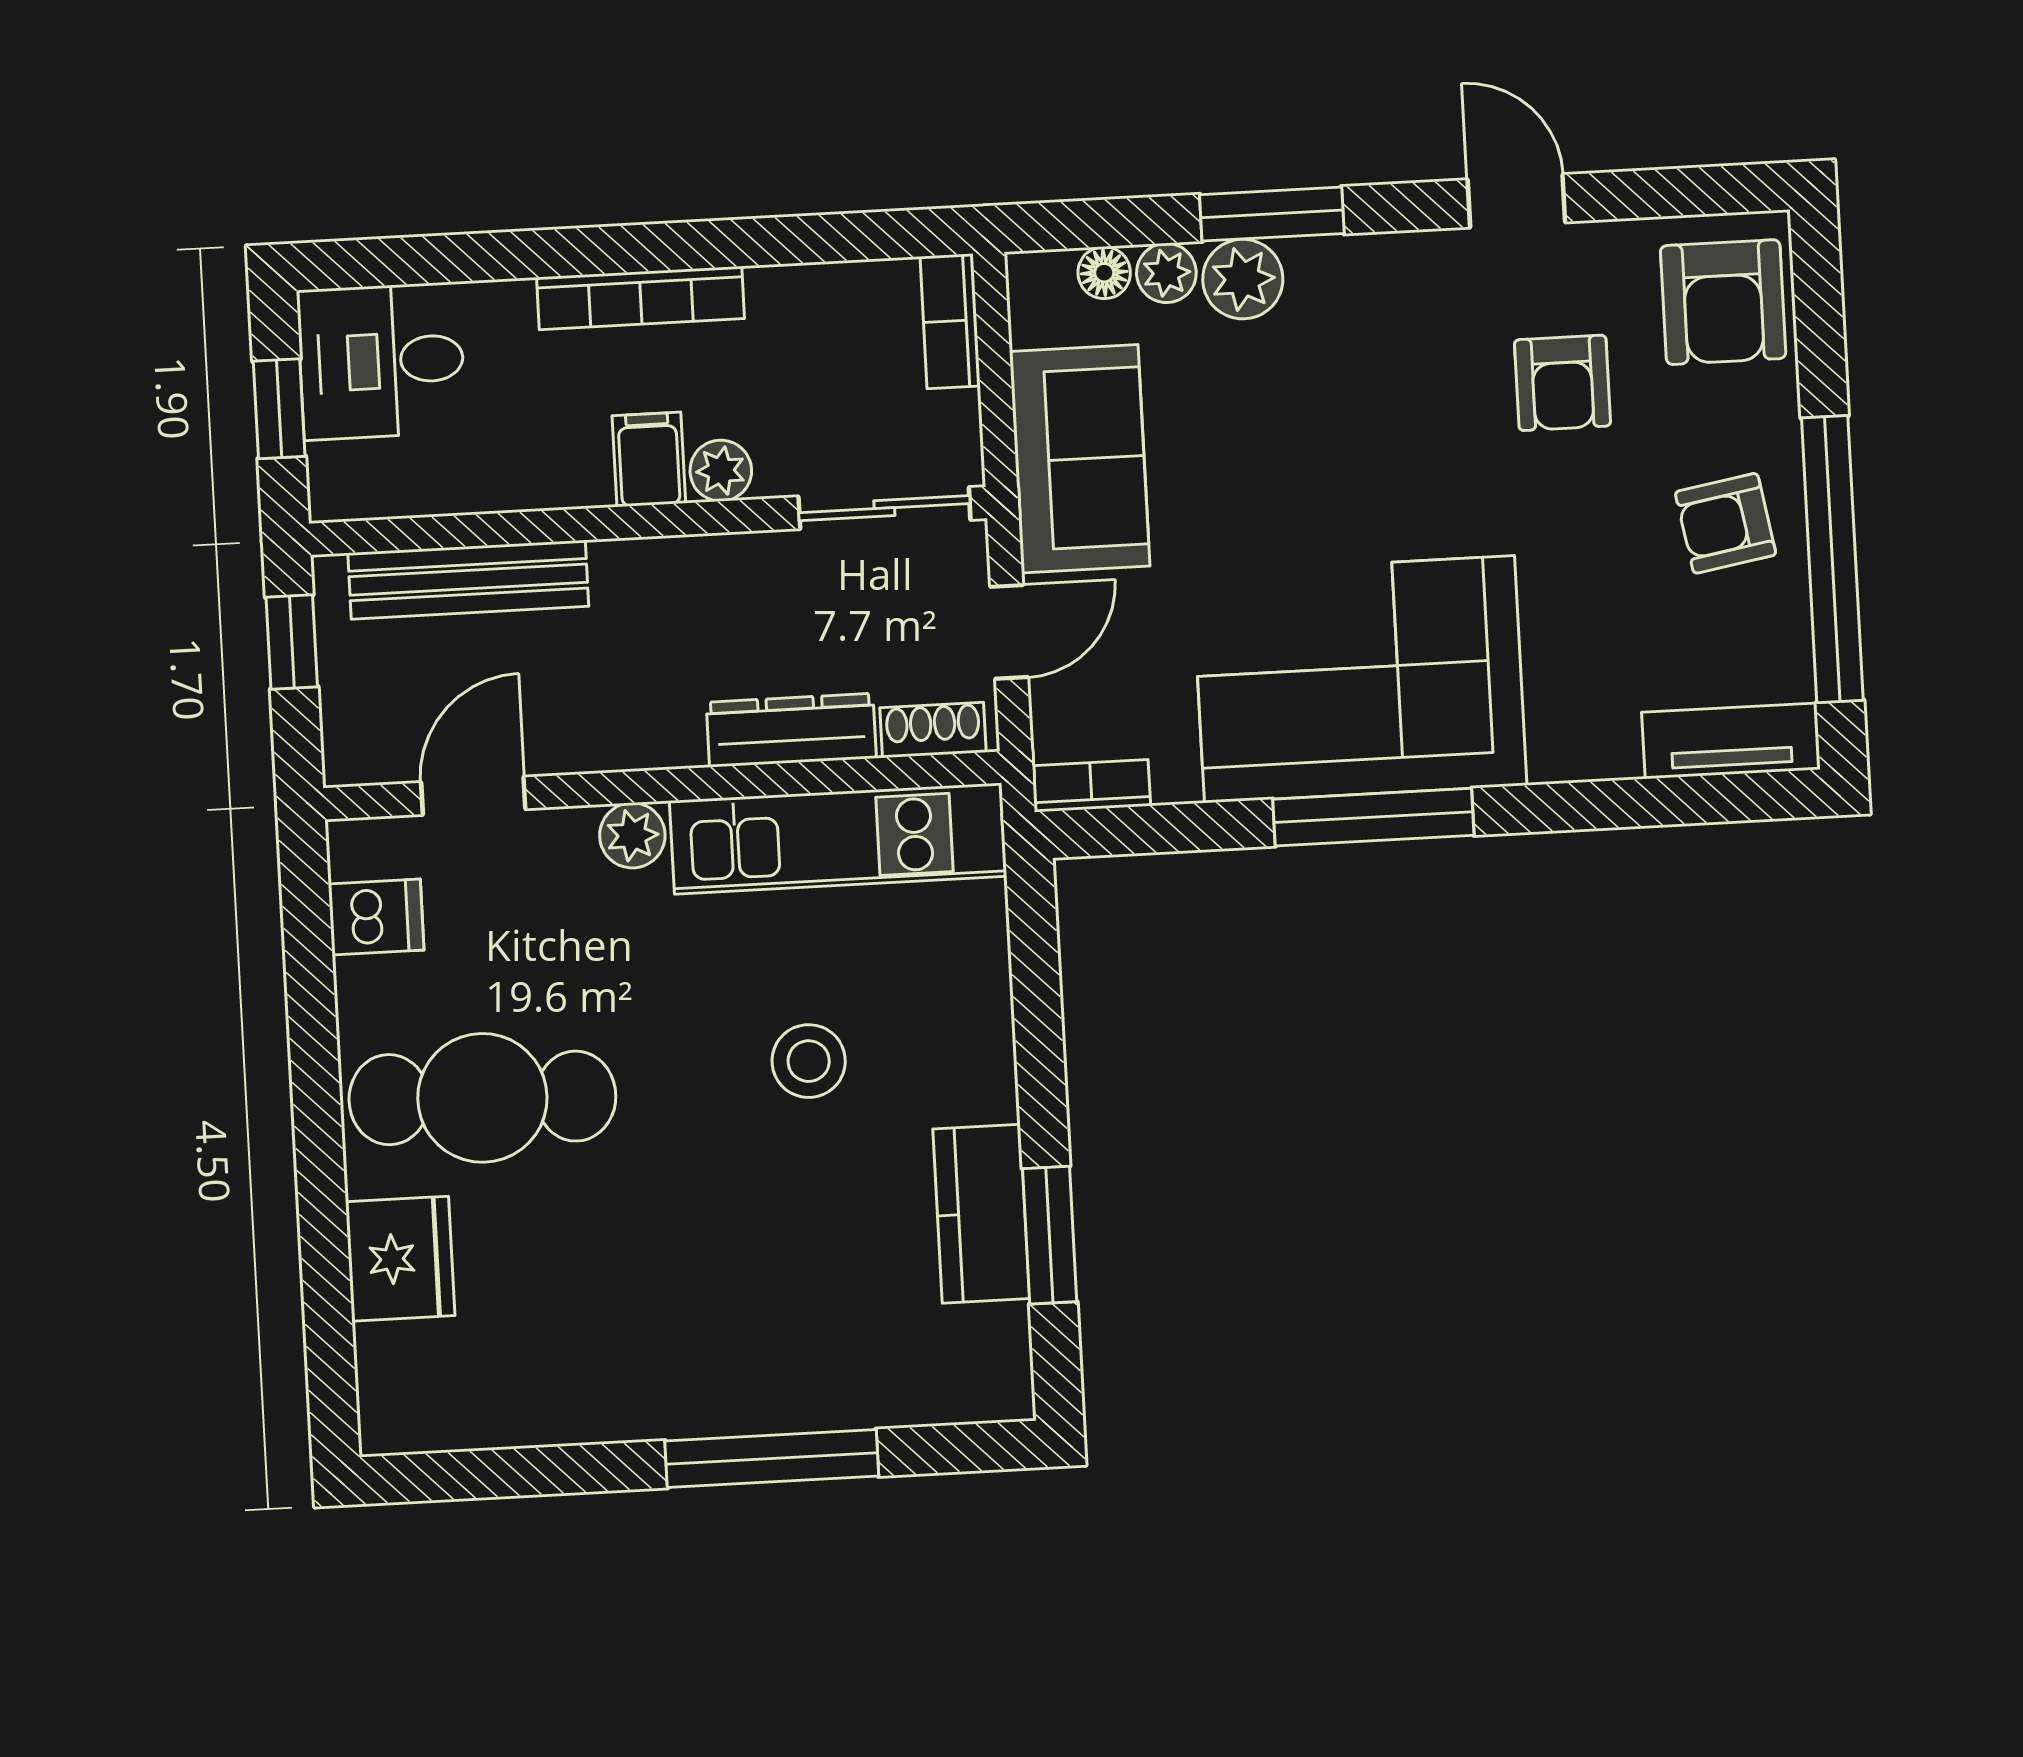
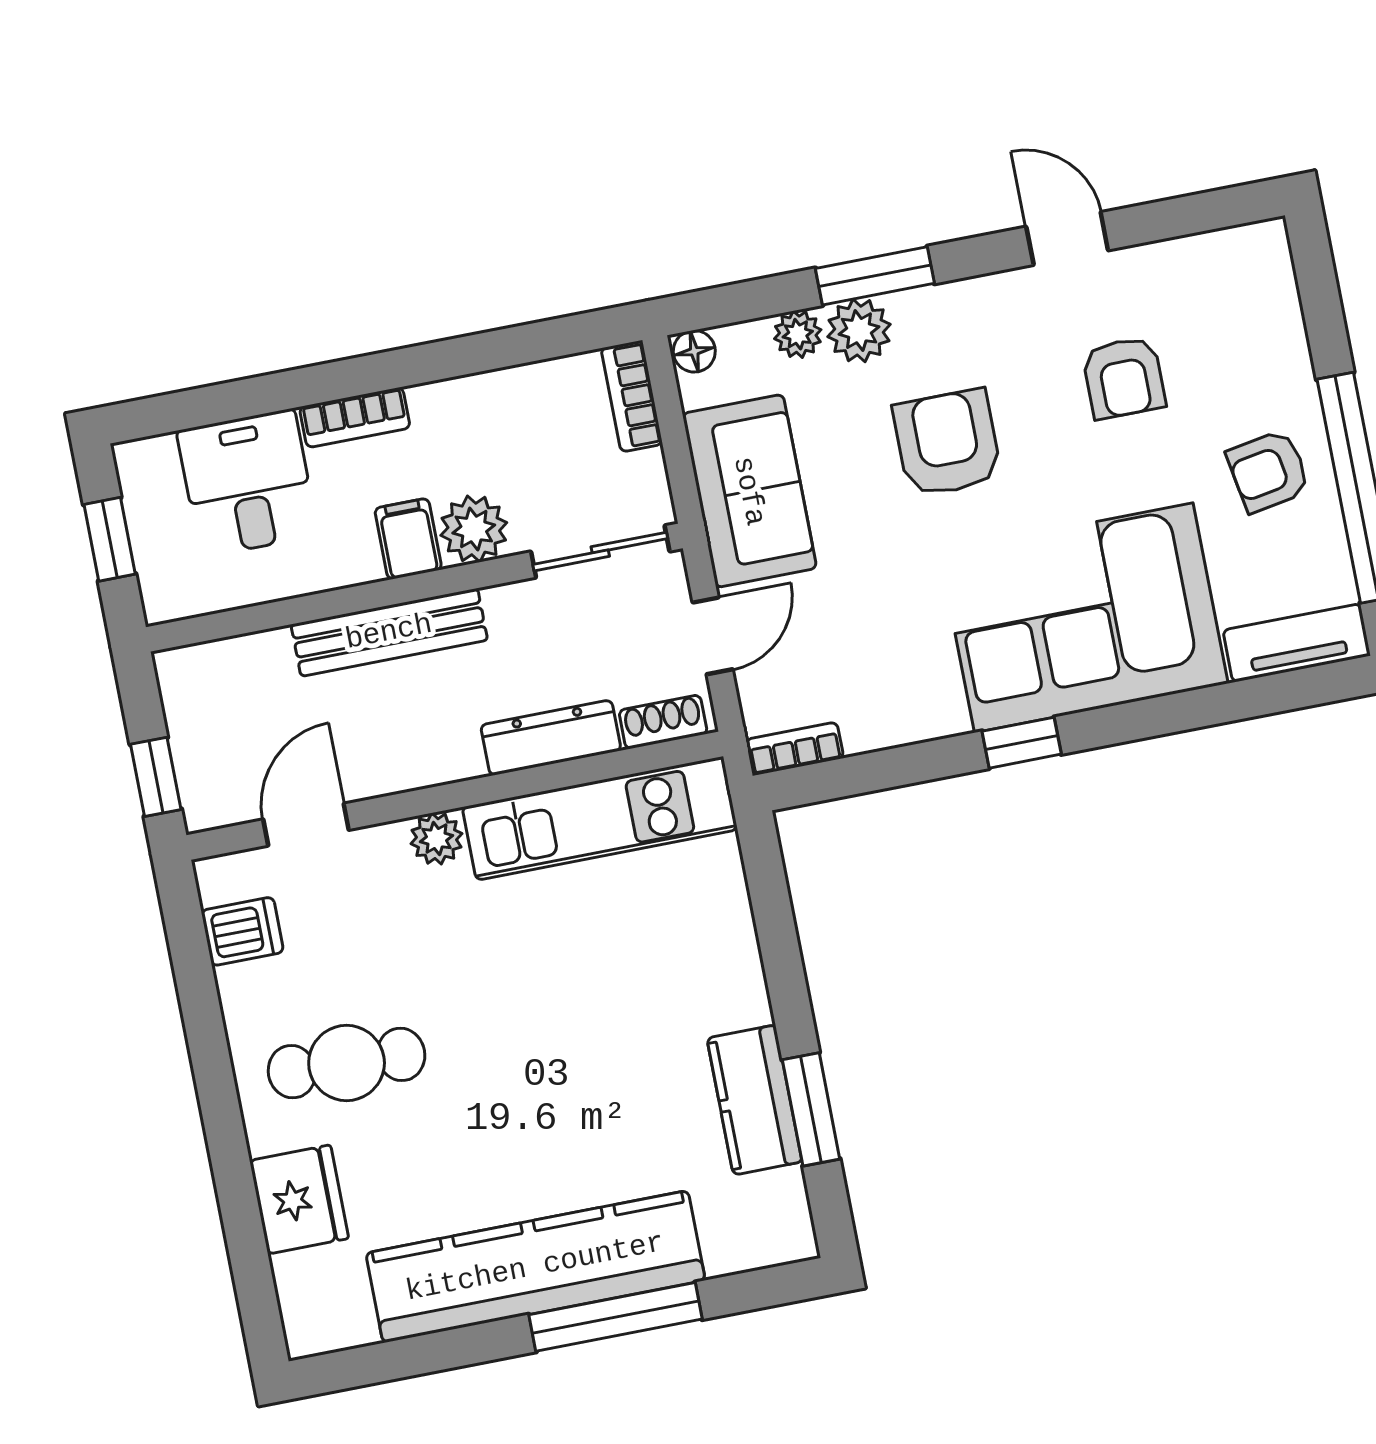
floor lamp: (1104, 273) -> (694, 351), moved
bookcase: (640, 298) -> (355, 417), width x0.64
armchair: (1723, 302) -> (947, 443), moved, turned 180
desk: (381, 361) -> (248, 483), moved, turned 90
plant: (721, 471) -> (474, 529), width x1.38, depth x1.38
bench: (468, 580) -> (389, 632), moved
window: (292, 642) -> (156, 777), moved
corner sofa: (1360, 679) -> (1084, 618), moved
window: (1373, 817) -> (1022, 743), width x0.46
stool: (809, 1061) -> (601, 998), removed
cafe table: (482, 1098) -> (347, 1063), width x0.73, depth x0.74
kitchen counter: (681, 1382) -> (535, 1267), added

